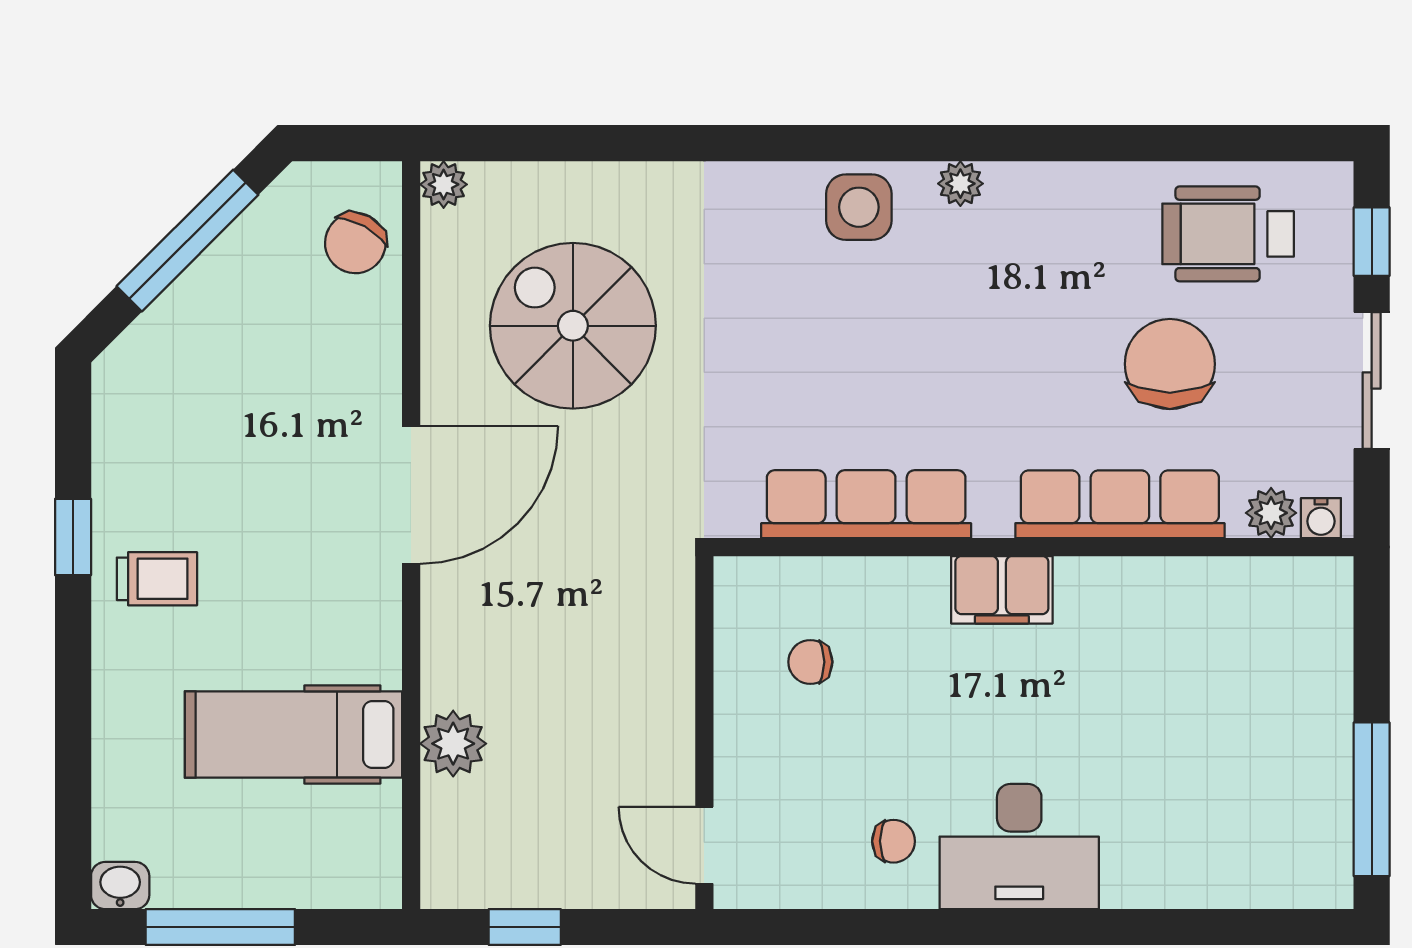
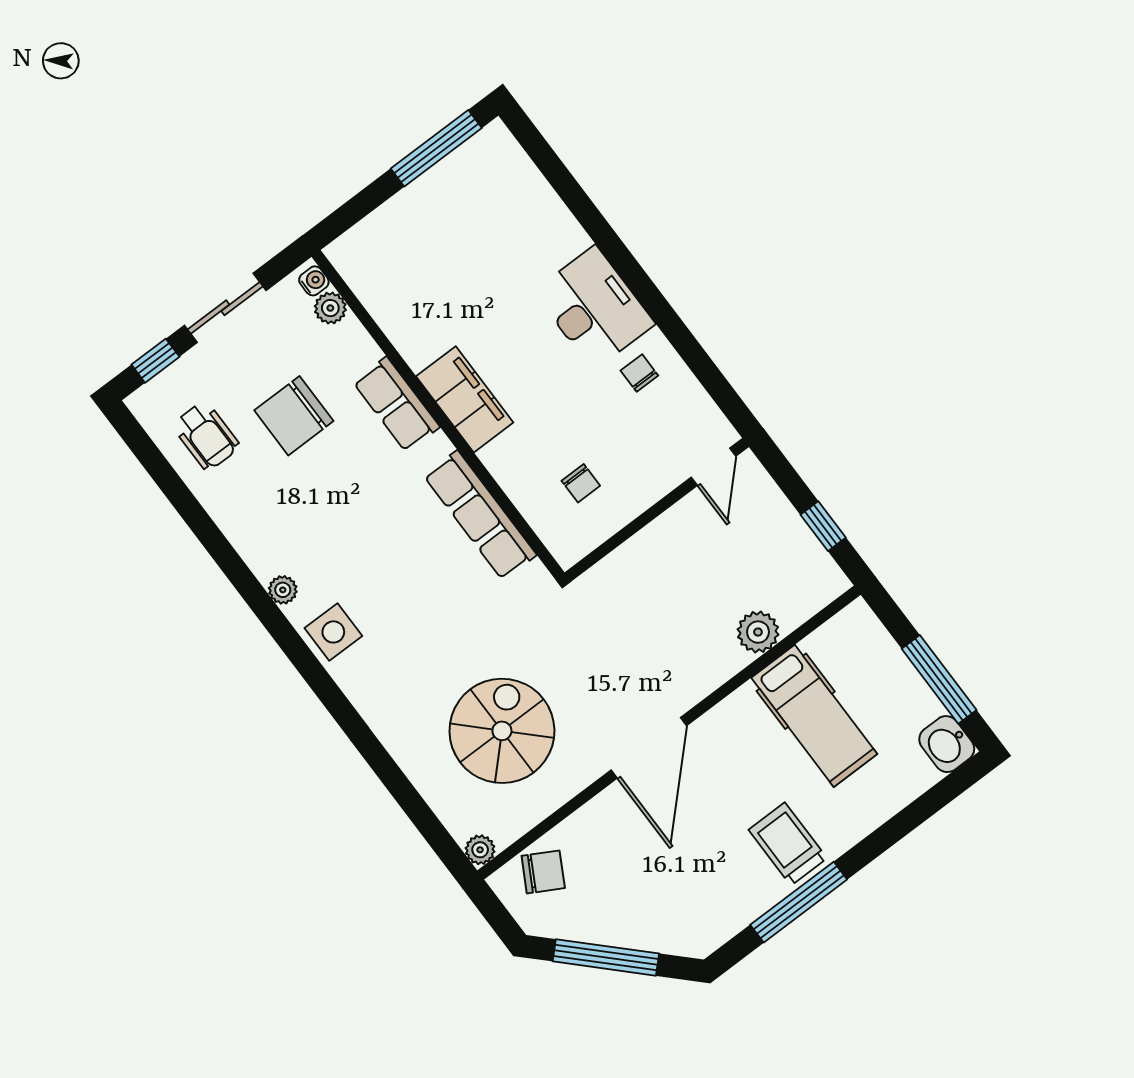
wheelchair: (1228, 234) -> (206, 436), width x0.73, depth x0.73
spiral stairs: (573, 326) -> (502, 731), turned 180
door: (411, 495) -> (649, 748), swing flipped
row of seats: (1120, 504) -> (396, 404), width x0.68
window: (73, 537) -> (799, 902), width x2.17
trolley: (157, 579) -> (788, 844), width x1.36, depth x1.39
filing cabinet: (1002, 590) -> (465, 399), width x1.50, depth x1.17
washbasin: (120, 886) -> (947, 744), width x1.38, depth x1.45

